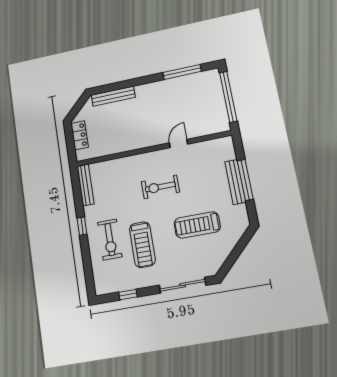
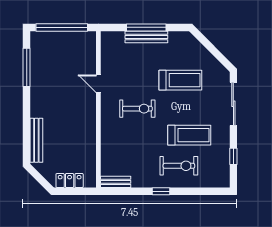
bench: (85, 185) -> (116, 182), width x0.73
exercise bike: (160, 187) -> (137, 109), turned -90
treadmill: (197, 225) -> (180, 80), turned -90

